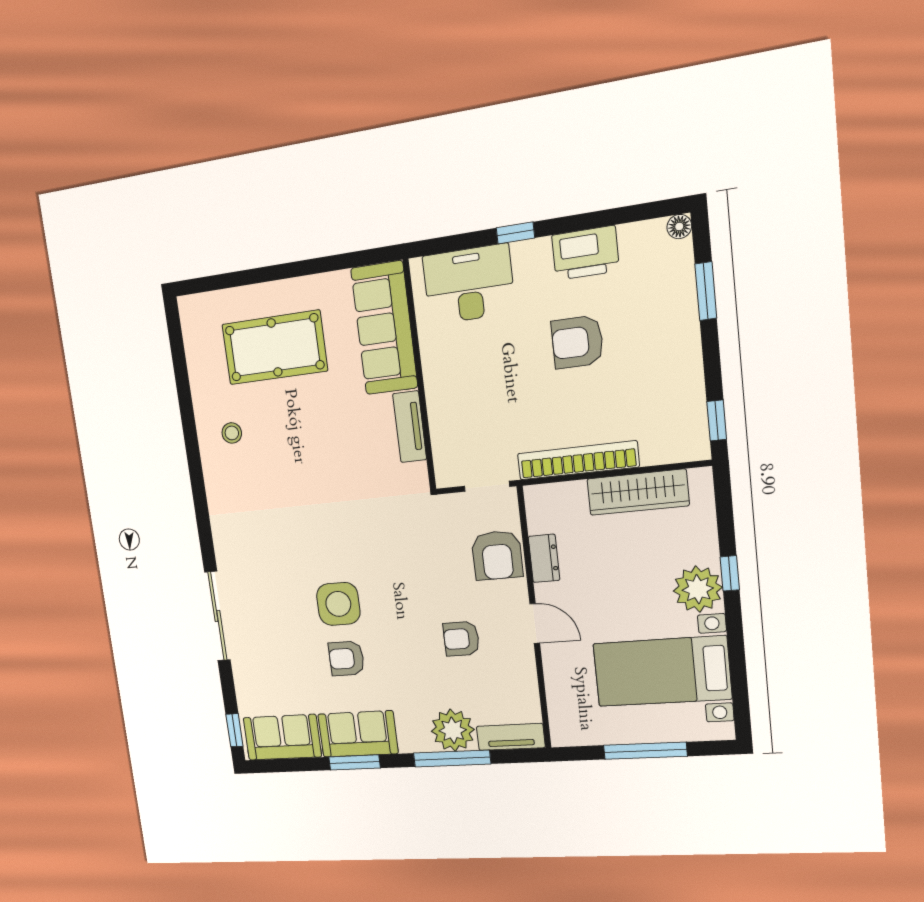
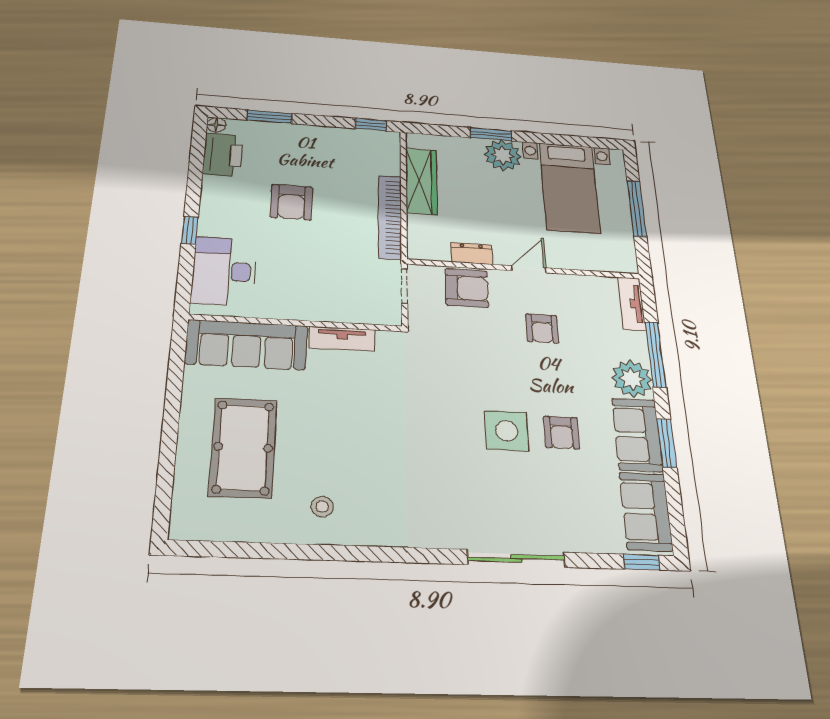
printer: (585, 253) -> (223, 155), moved
window: (730, 573) -> (491, 134), width x1.50
plant: (453, 730) -> (632, 379), moved

